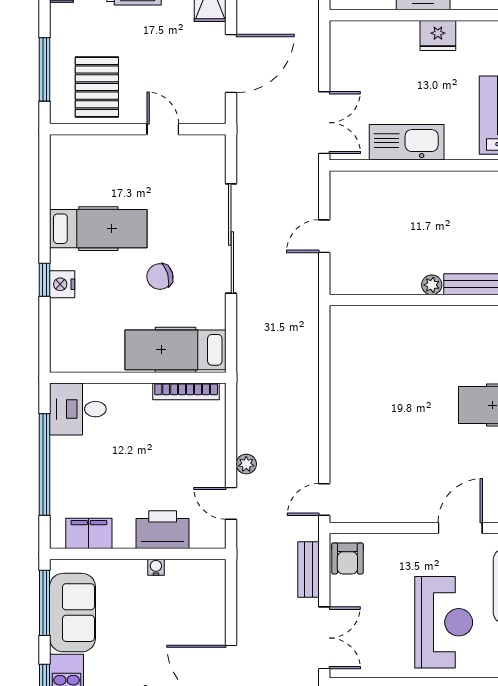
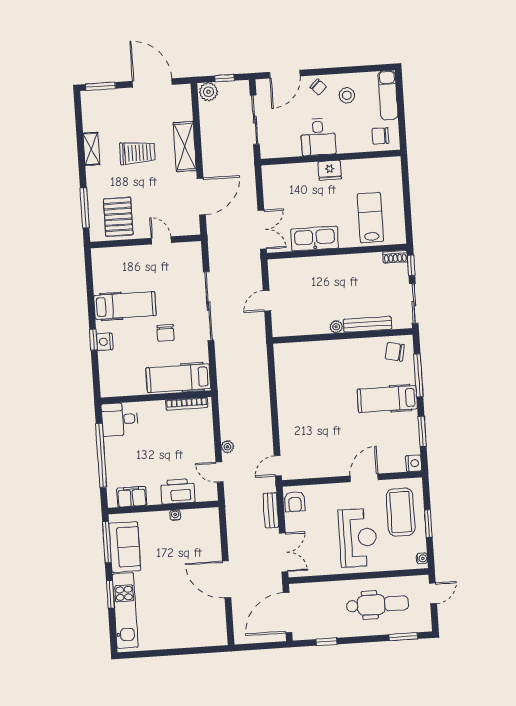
chair: (160, 277) -> (166, 333), turned -74

